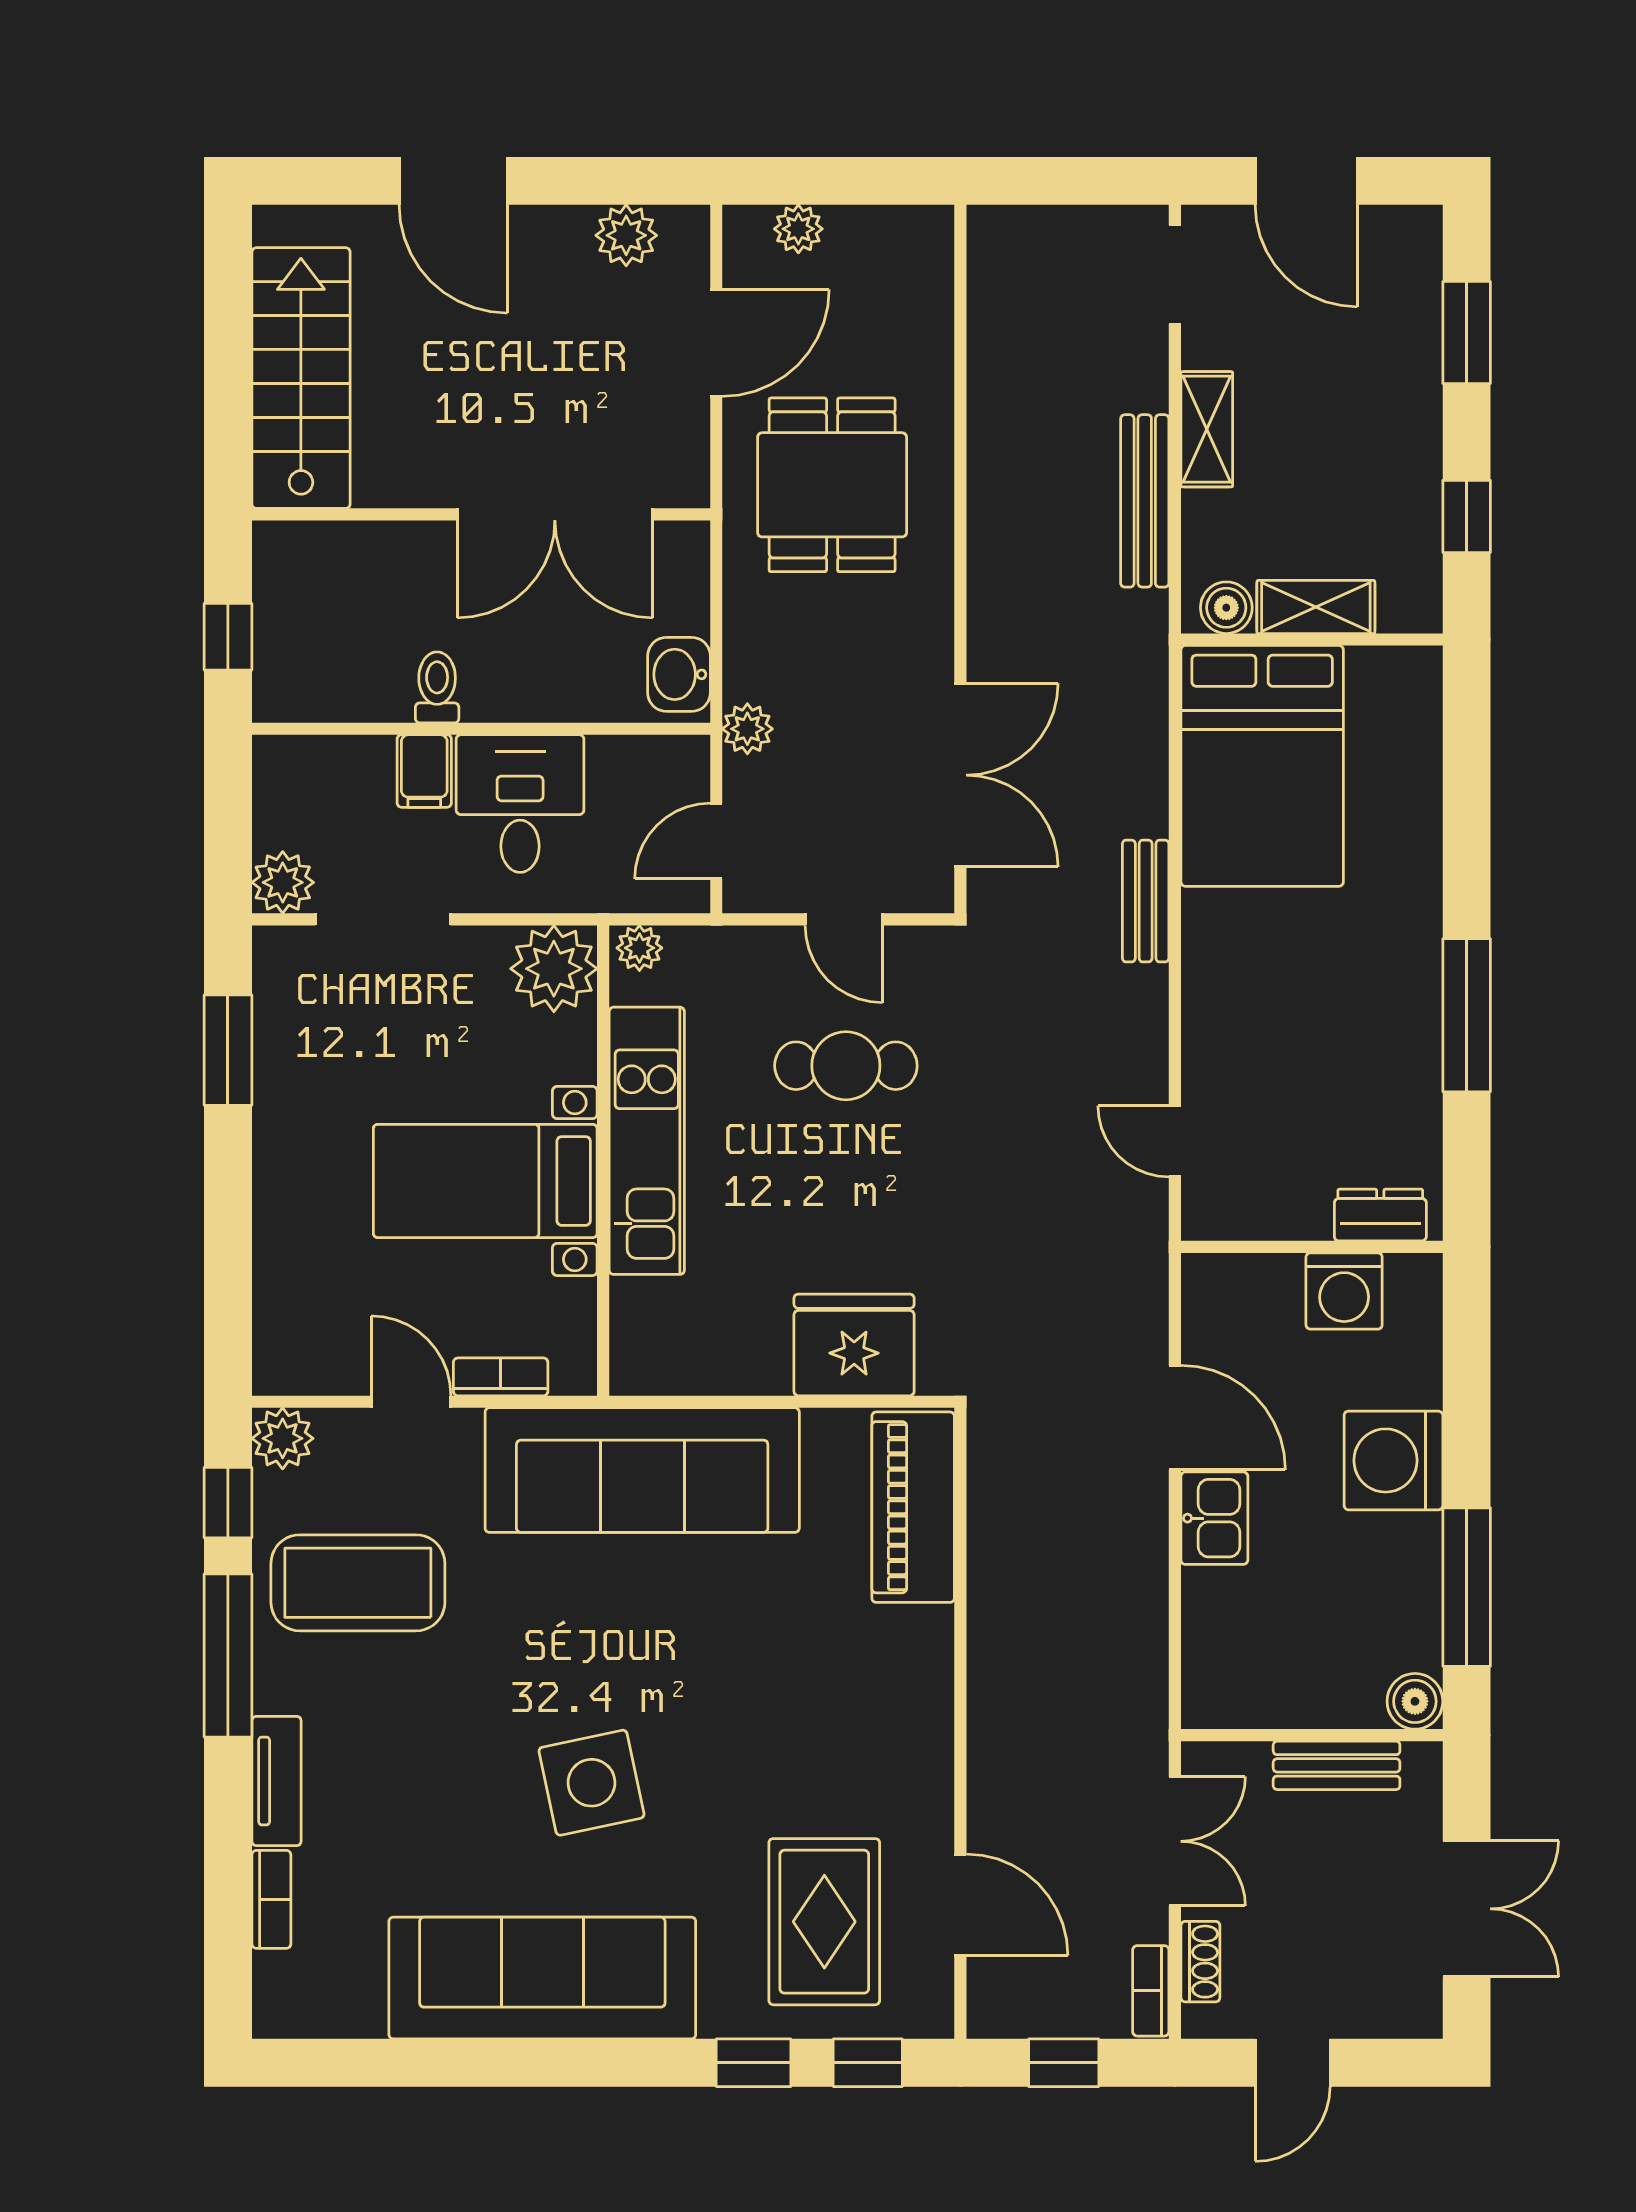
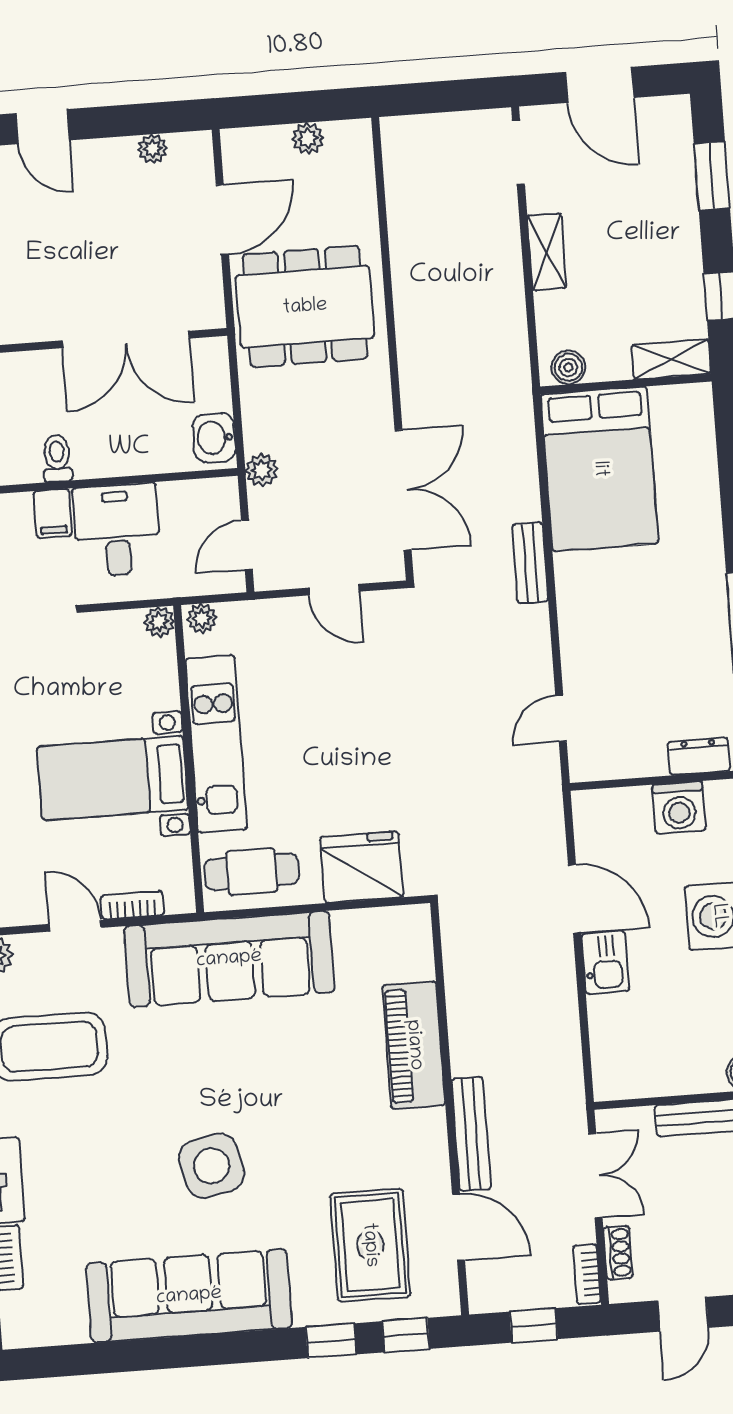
door: (453, 181) -> (43, 127), width x0.73
plant: (798, 229) -> (308, 138), moved
plant: (626, 235) -> (152, 149), width x0.73, depth x0.73
dining table: (832, 485) -> (305, 307), width x1.37
bench: (1145, 501) -> (471, 1134), moved
shelving: (1316, 607) -> (671, 359), moved
plant: (554, 969) -> (159, 622), width x0.53, depth x0.53
cafe table: (846, 1066) -> (252, 872), moved
door: (1175, 1141) -> (561, 718), hinge flipped
piano: (913, 1507) -> (414, 1045), moved

